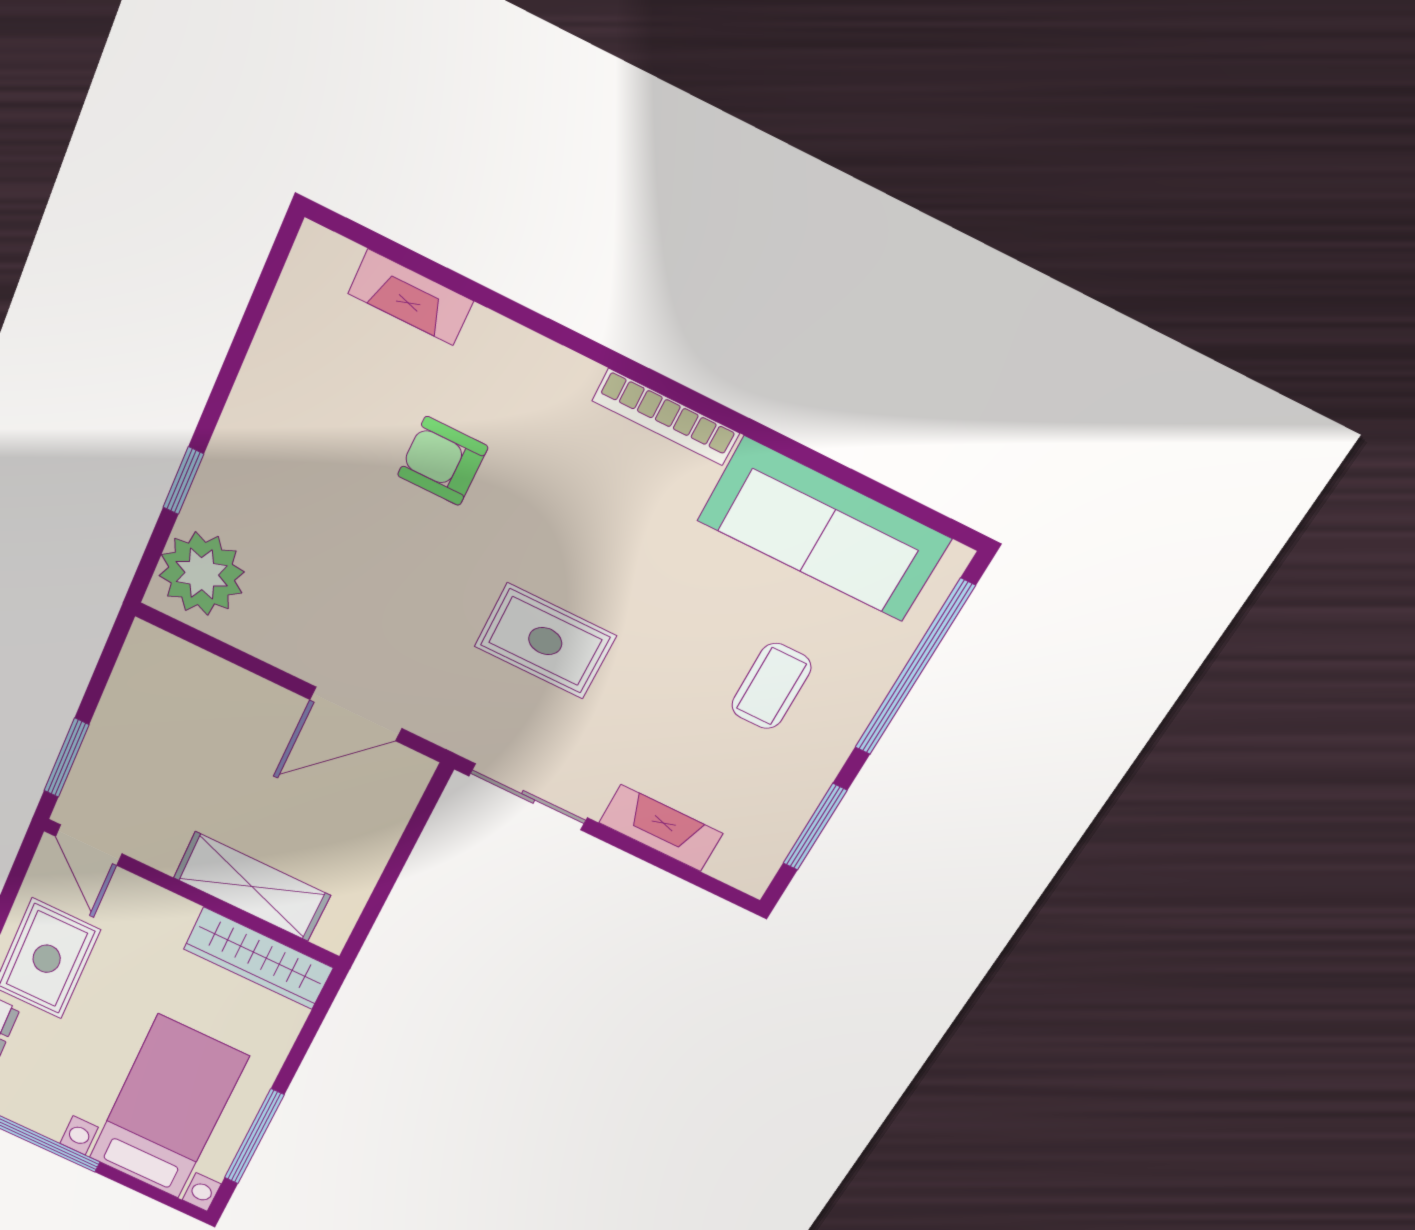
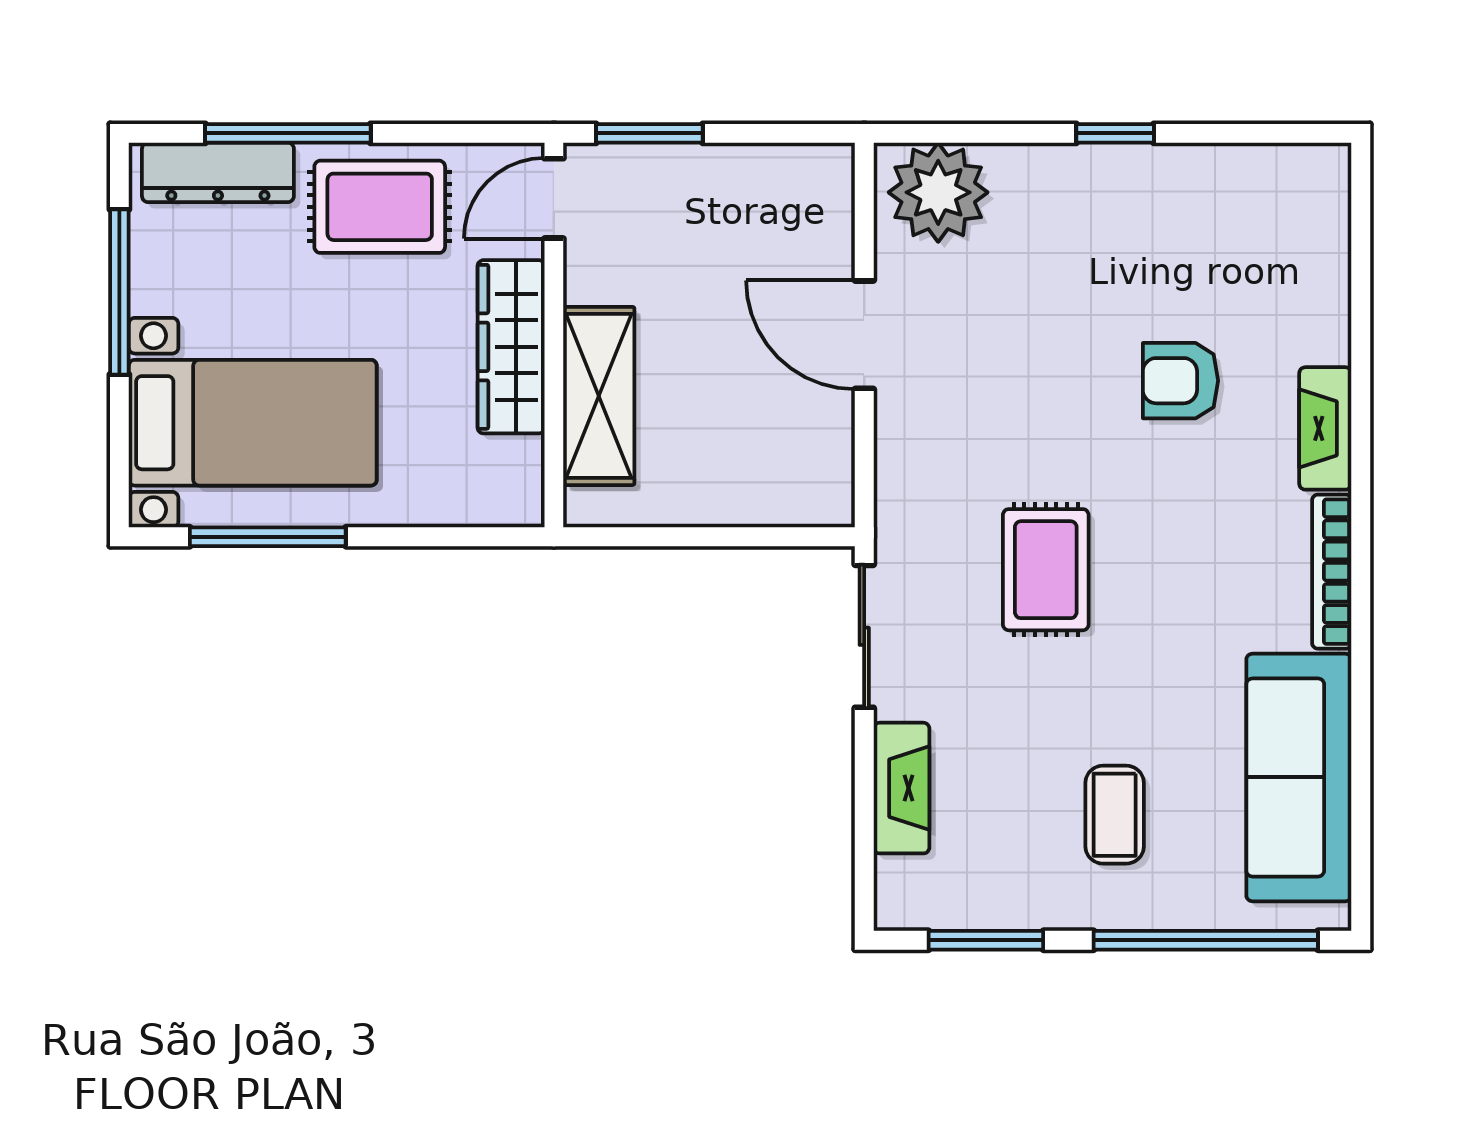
fireplace: (411, 297) -> (1325, 428), moved
armchair: (443, 461) -> (1181, 381), turned -90
window: (183, 481) -> (1115, 133), moved
coffee table: (771, 686) -> (1115, 815), turned 90
door: (356, 714) -> (864, 335), moved
wardrobe: (258, 958) -> (511, 347), moved

